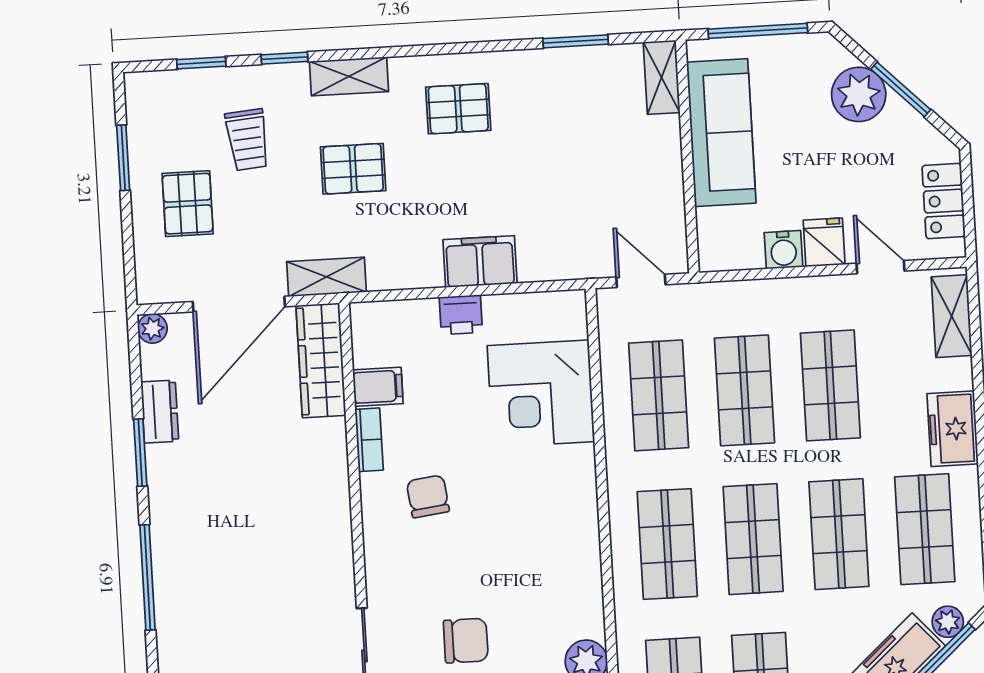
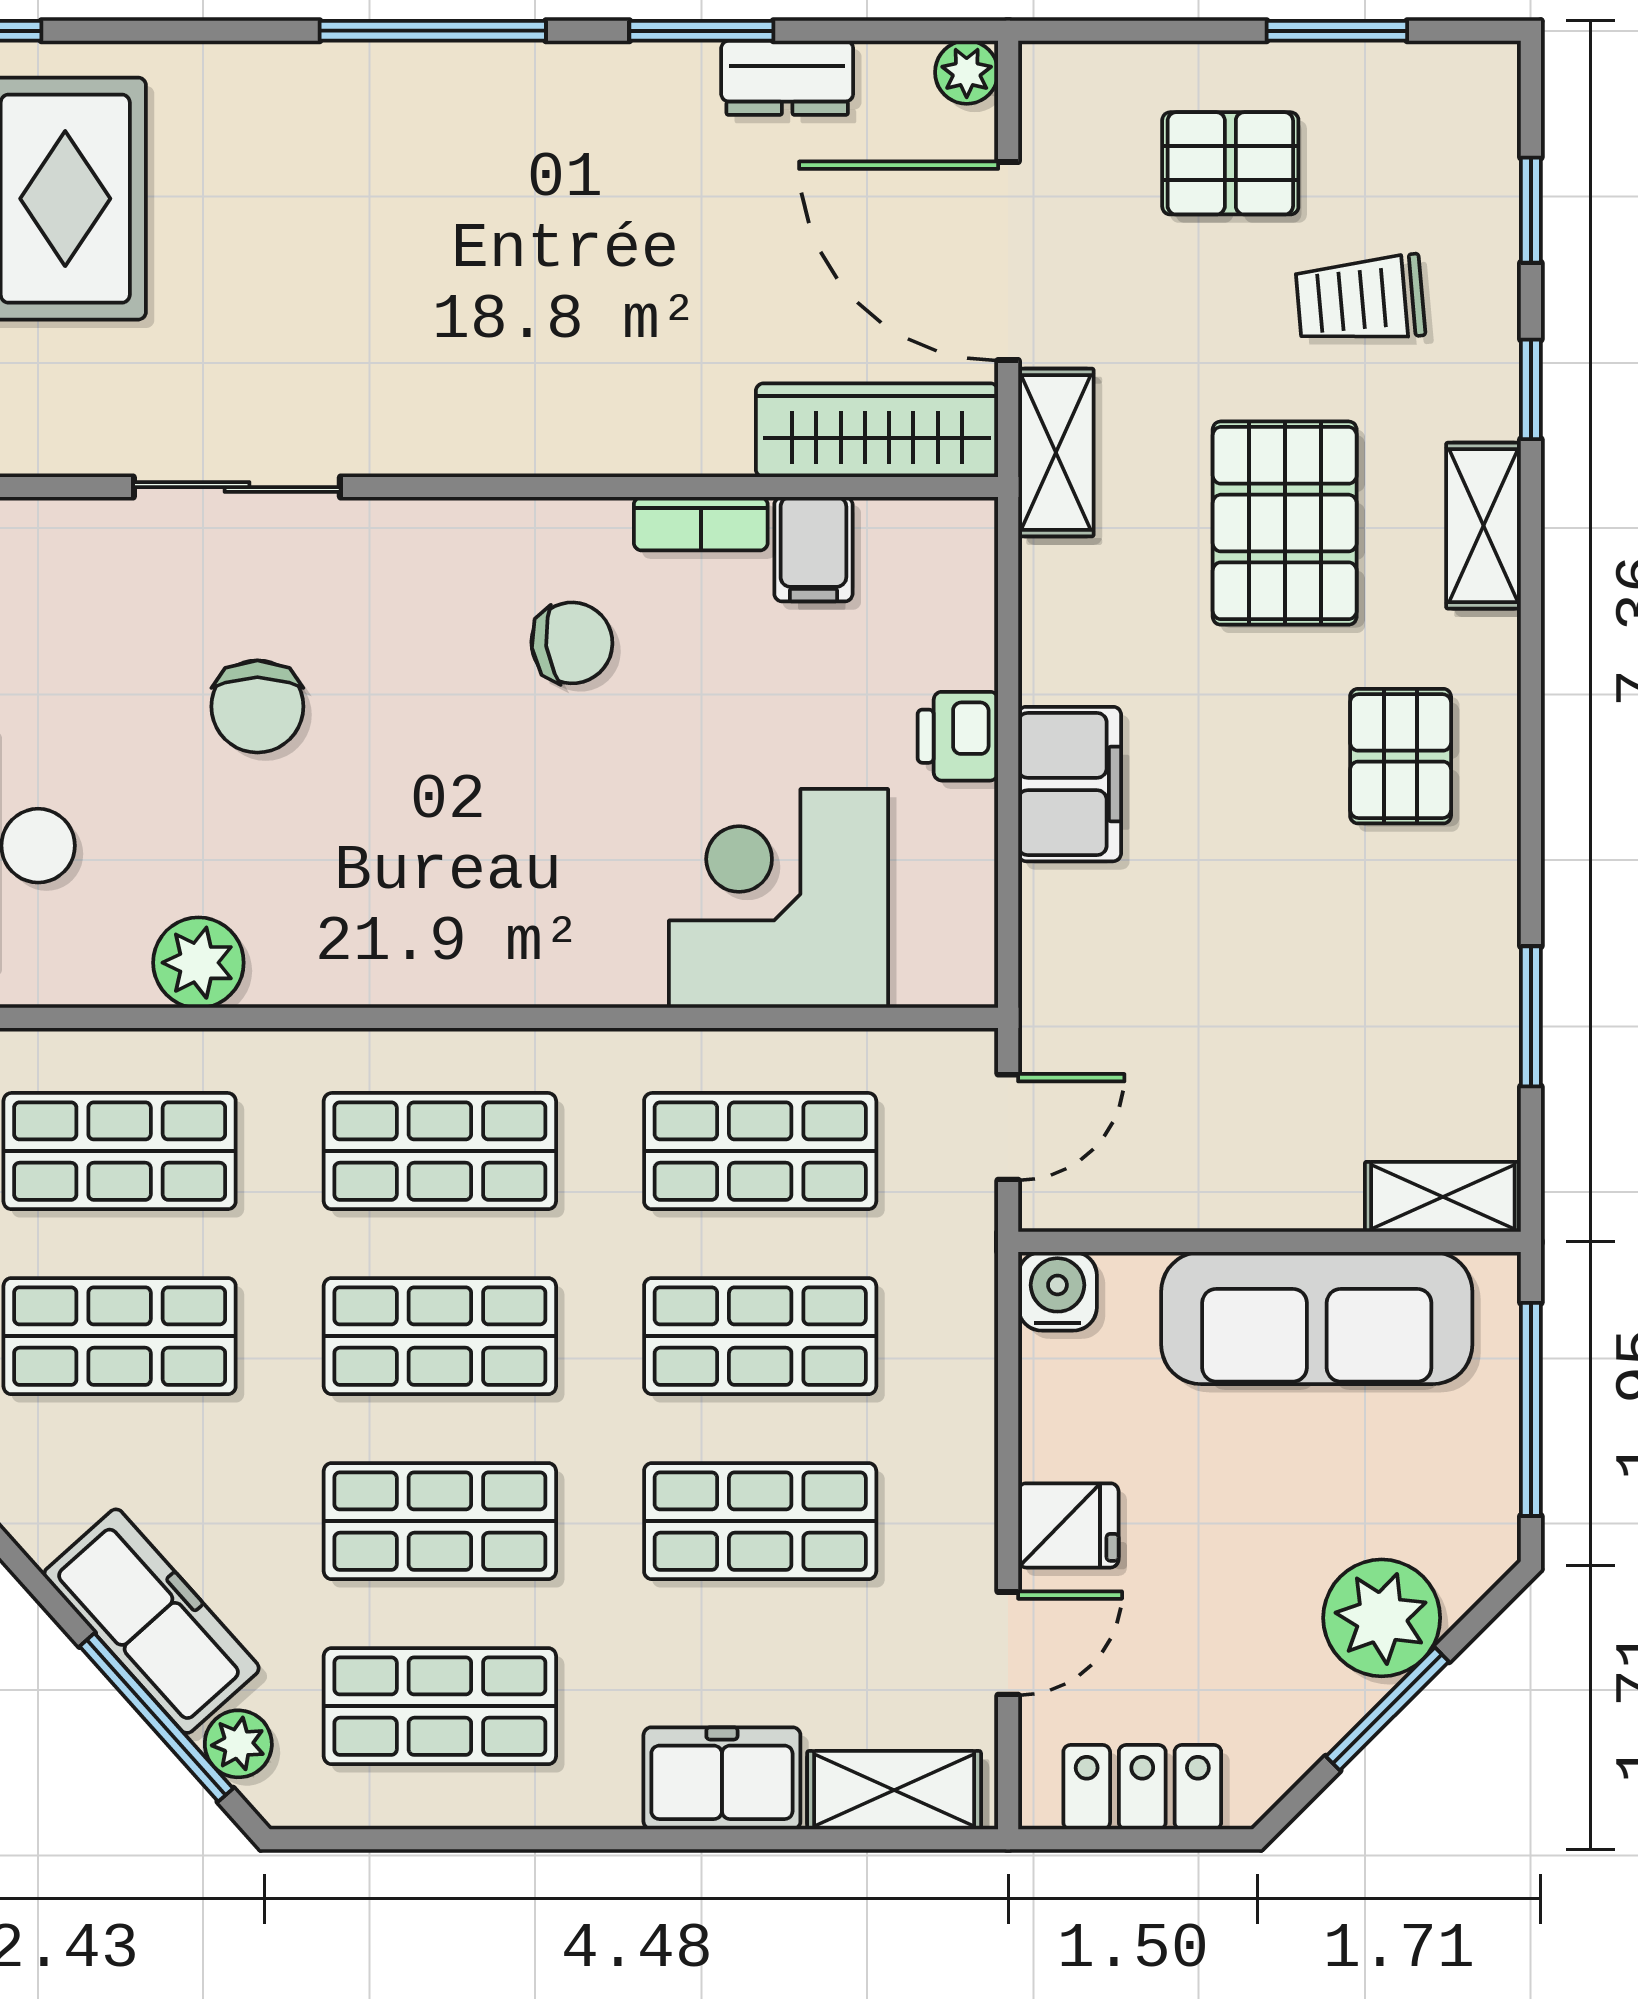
pallet: (353, 169) -> (1285, 523), width x1.50, depth x1.42
water cooler: (784, 250) -> (1057, 1291), moved, turned 90
freezer: (953, 429) -> (722, 1778), moved

